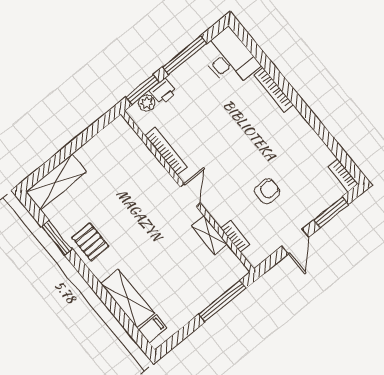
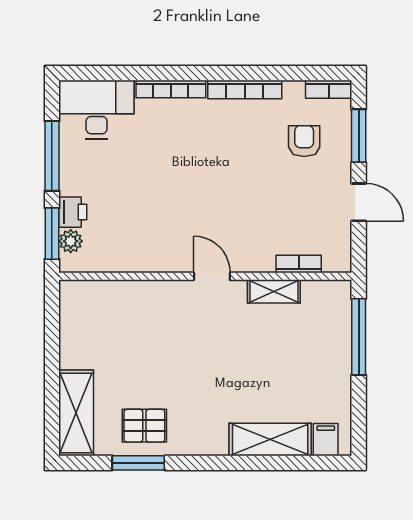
bookcase: (166, 151) -> (245, 89), moved, turned 180
armchair: (267, 191) -> (304, 141), moved
pallet: (90, 242) -> (144, 426), moved

